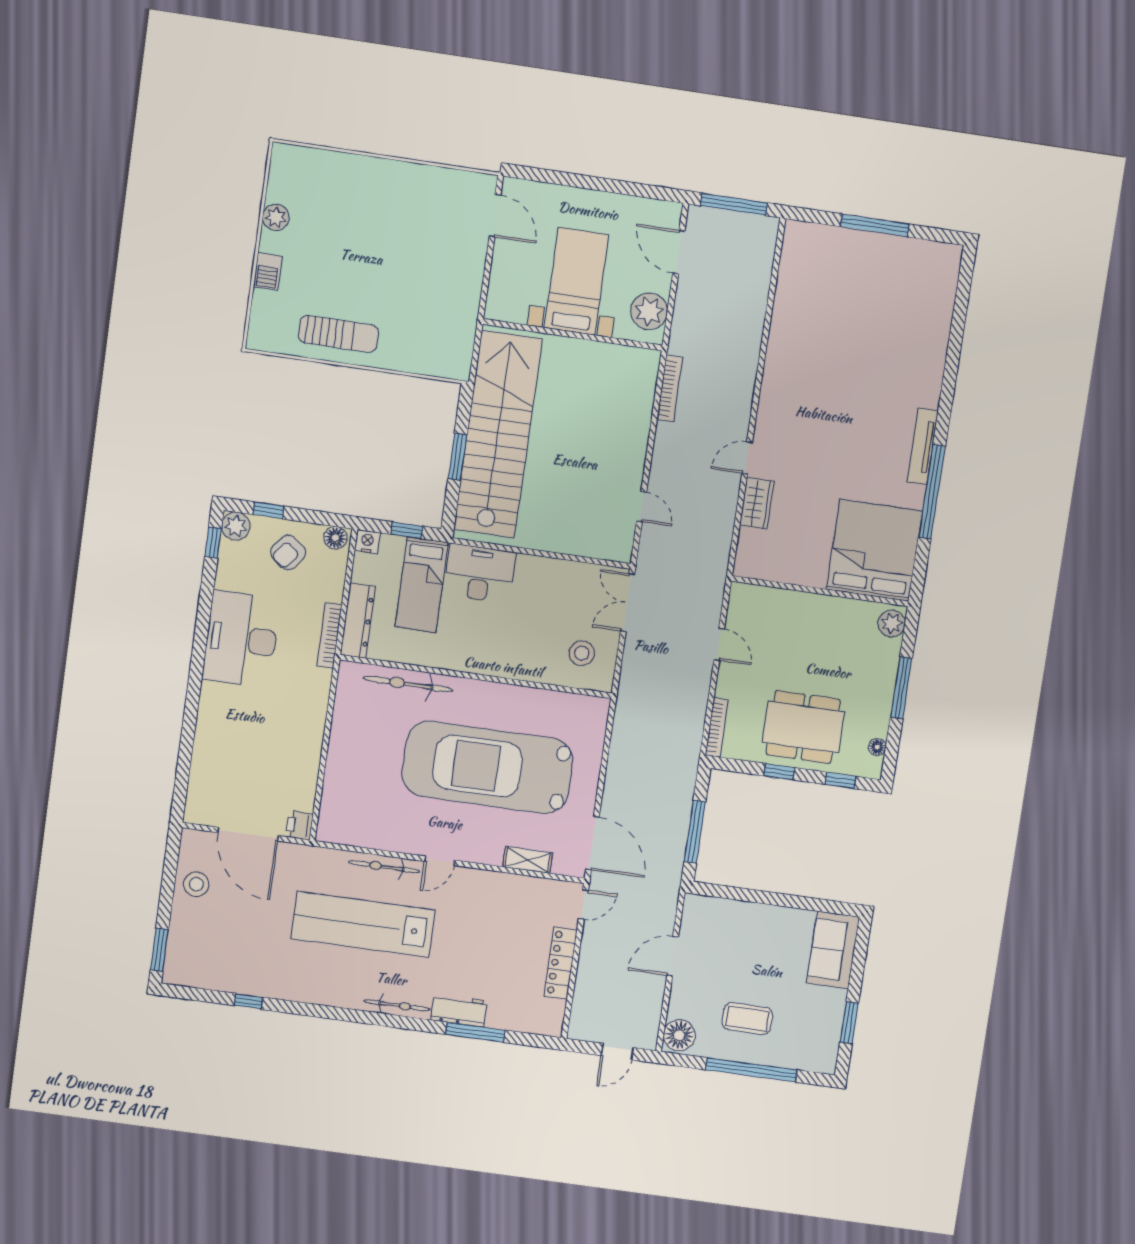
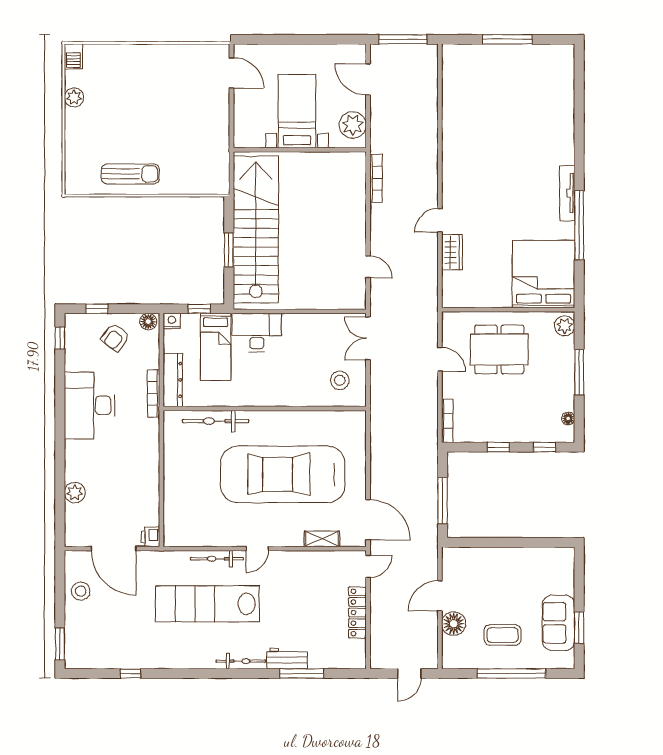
barbecue: (268, 272) -> (73, 56), moved
plant: (236, 526) -> (75, 493), moved
dining table: (803, 727) -> (499, 349), moved
sofa: (833, 950) -> (559, 623), moved
floor lamp: (679, 1035) -> (454, 624), moved

